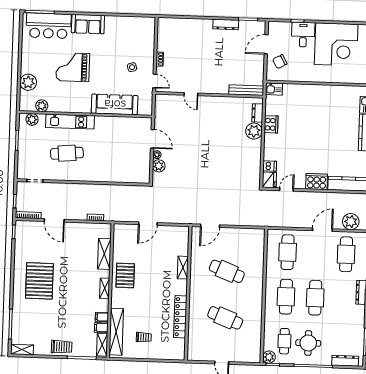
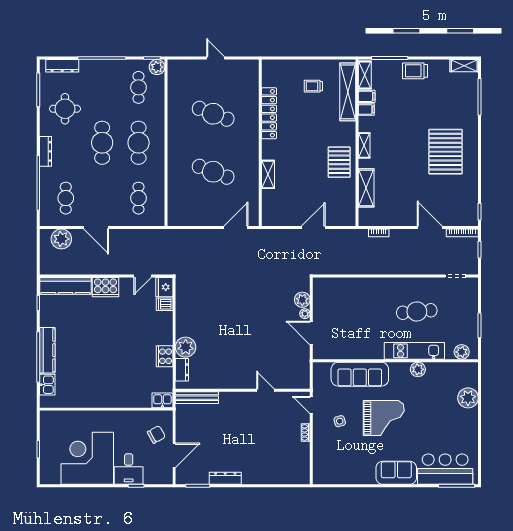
grand piano: (73, 67) -> (384, 418), moved
plant: (42, 106) -> (418, 369), moved
door: (322, 230) -> (96, 227), hinge flipped
cafe table: (288, 252) -> (139, 198), width x0.73, depth x0.74
cafe table: (346, 254) -> (66, 198), width x0.73, depth x0.74
round table: (308, 343) -> (65, 109), moved

